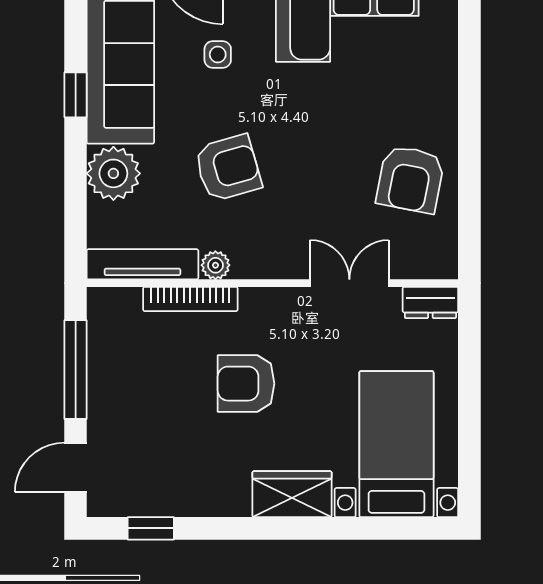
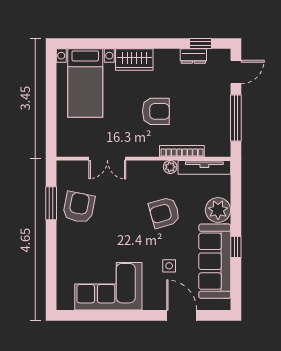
window: (469, 188) -> (51, 203), added
dresser: (430, 303) -> (193, 56), moved, turned 180

